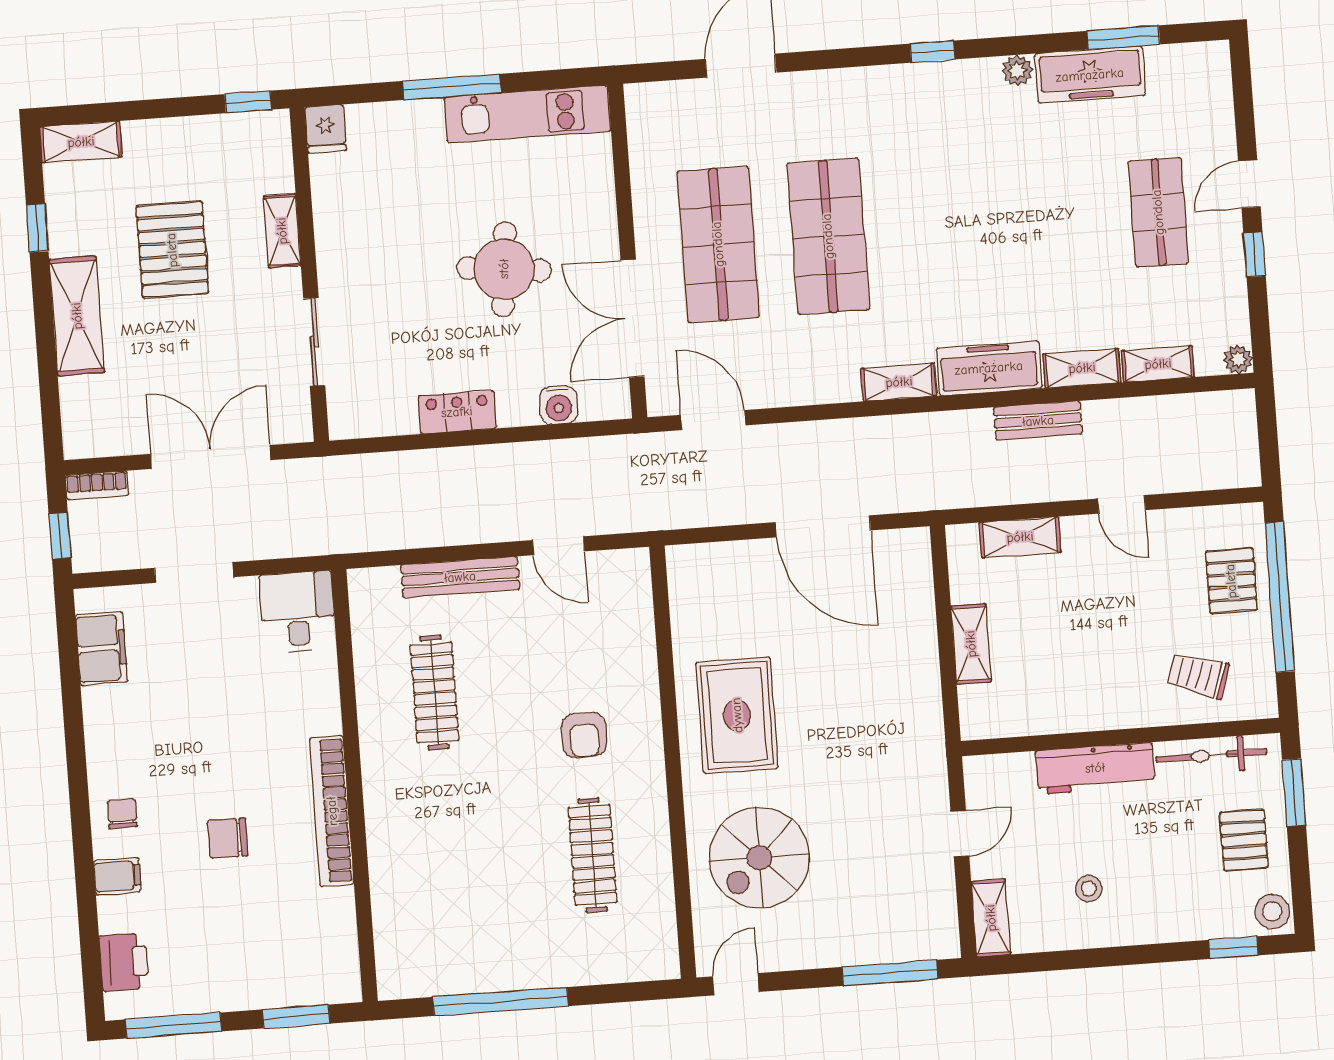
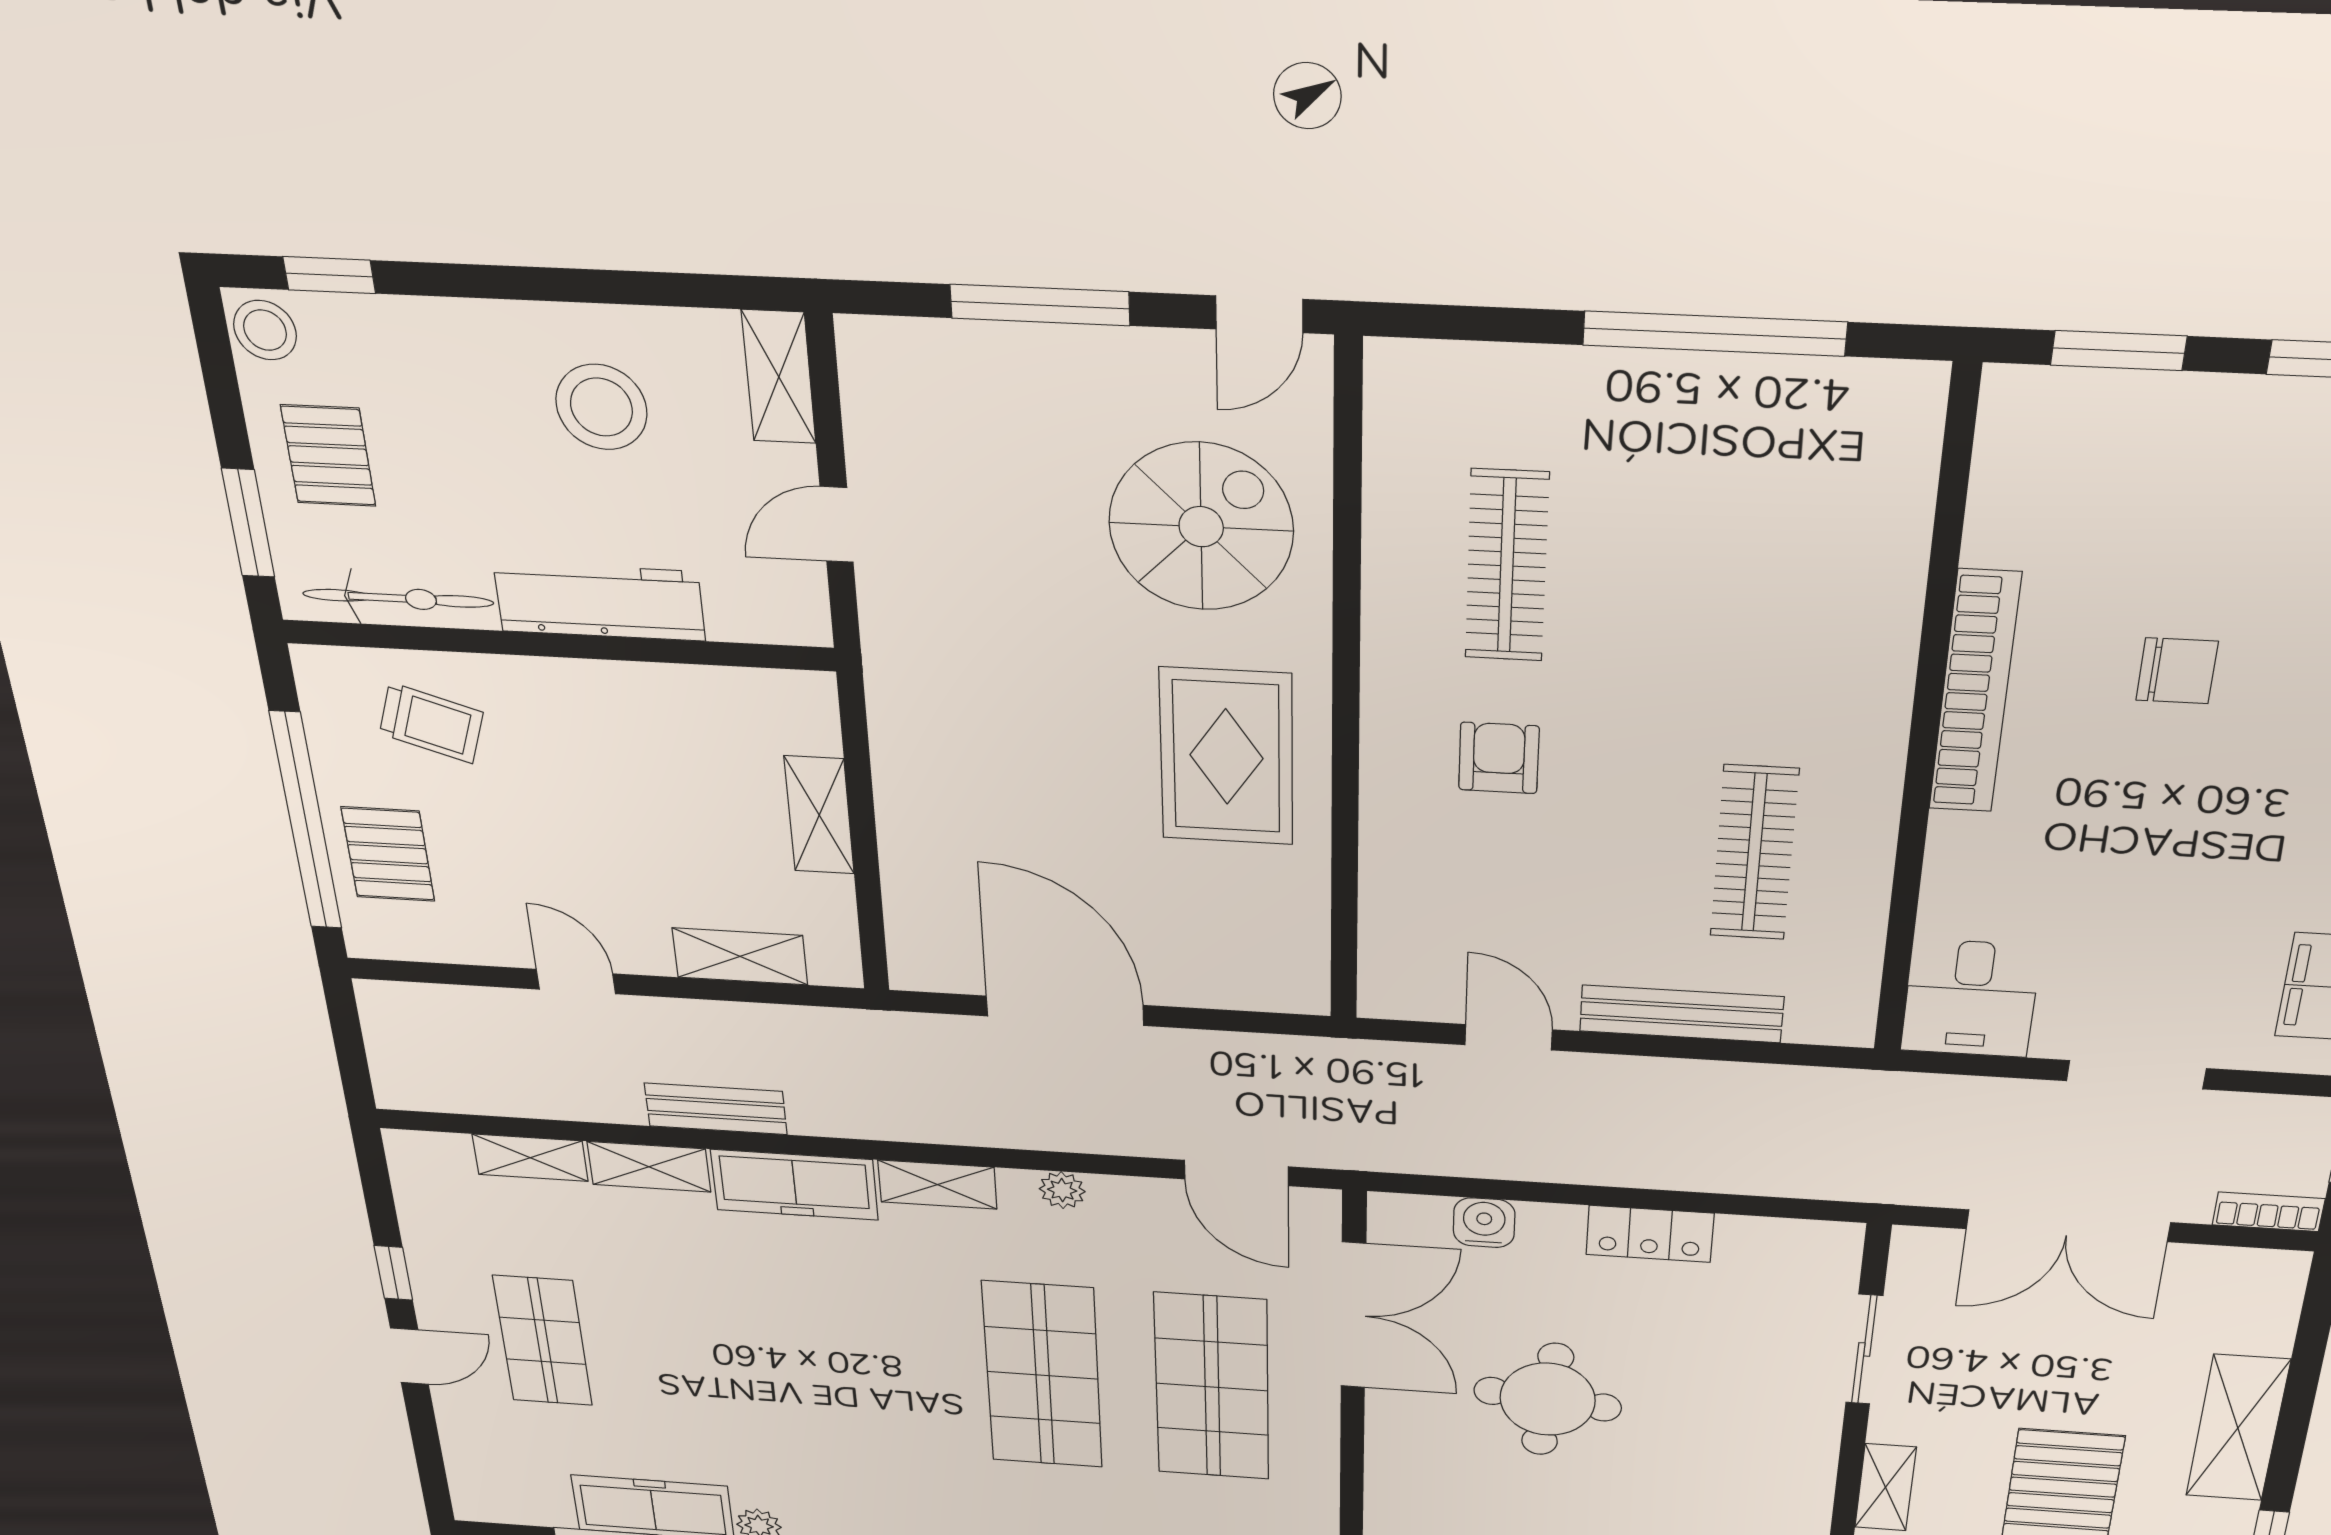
plant: (1238, 359) -> (1062, 1190), moved
stool: (1089, 888) -> (601, 407), width x1.89, depth x1.89
window: (890, 973) -> (1040, 305), moved

